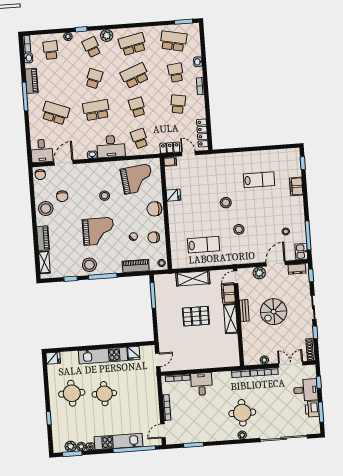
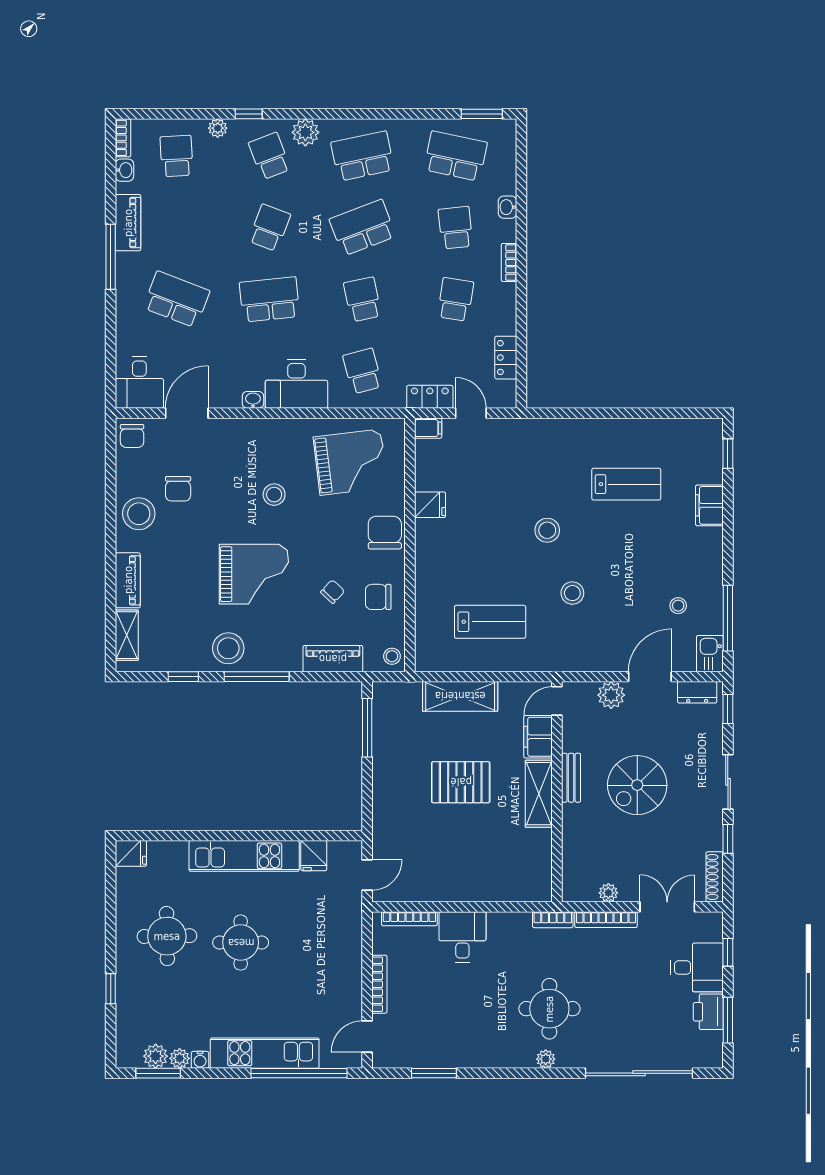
locker: (202, 133) -> (506, 358), width x0.66
chair: (154, 209) -> (385, 533), turned 90

